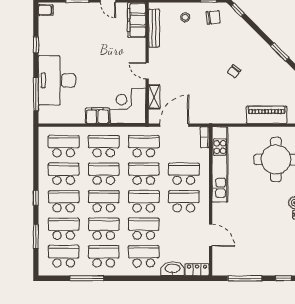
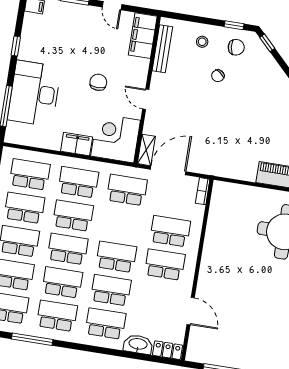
chair: (107, 63) -> (98, 82), added
chair: (234, 71) -> (218, 76), moved
shelving: (154, 97) -> (146, 150), moved
kitchen unit: (220, 164) -> (216, 227), removed
school desk: (144, 174) -> (122, 223), removed

